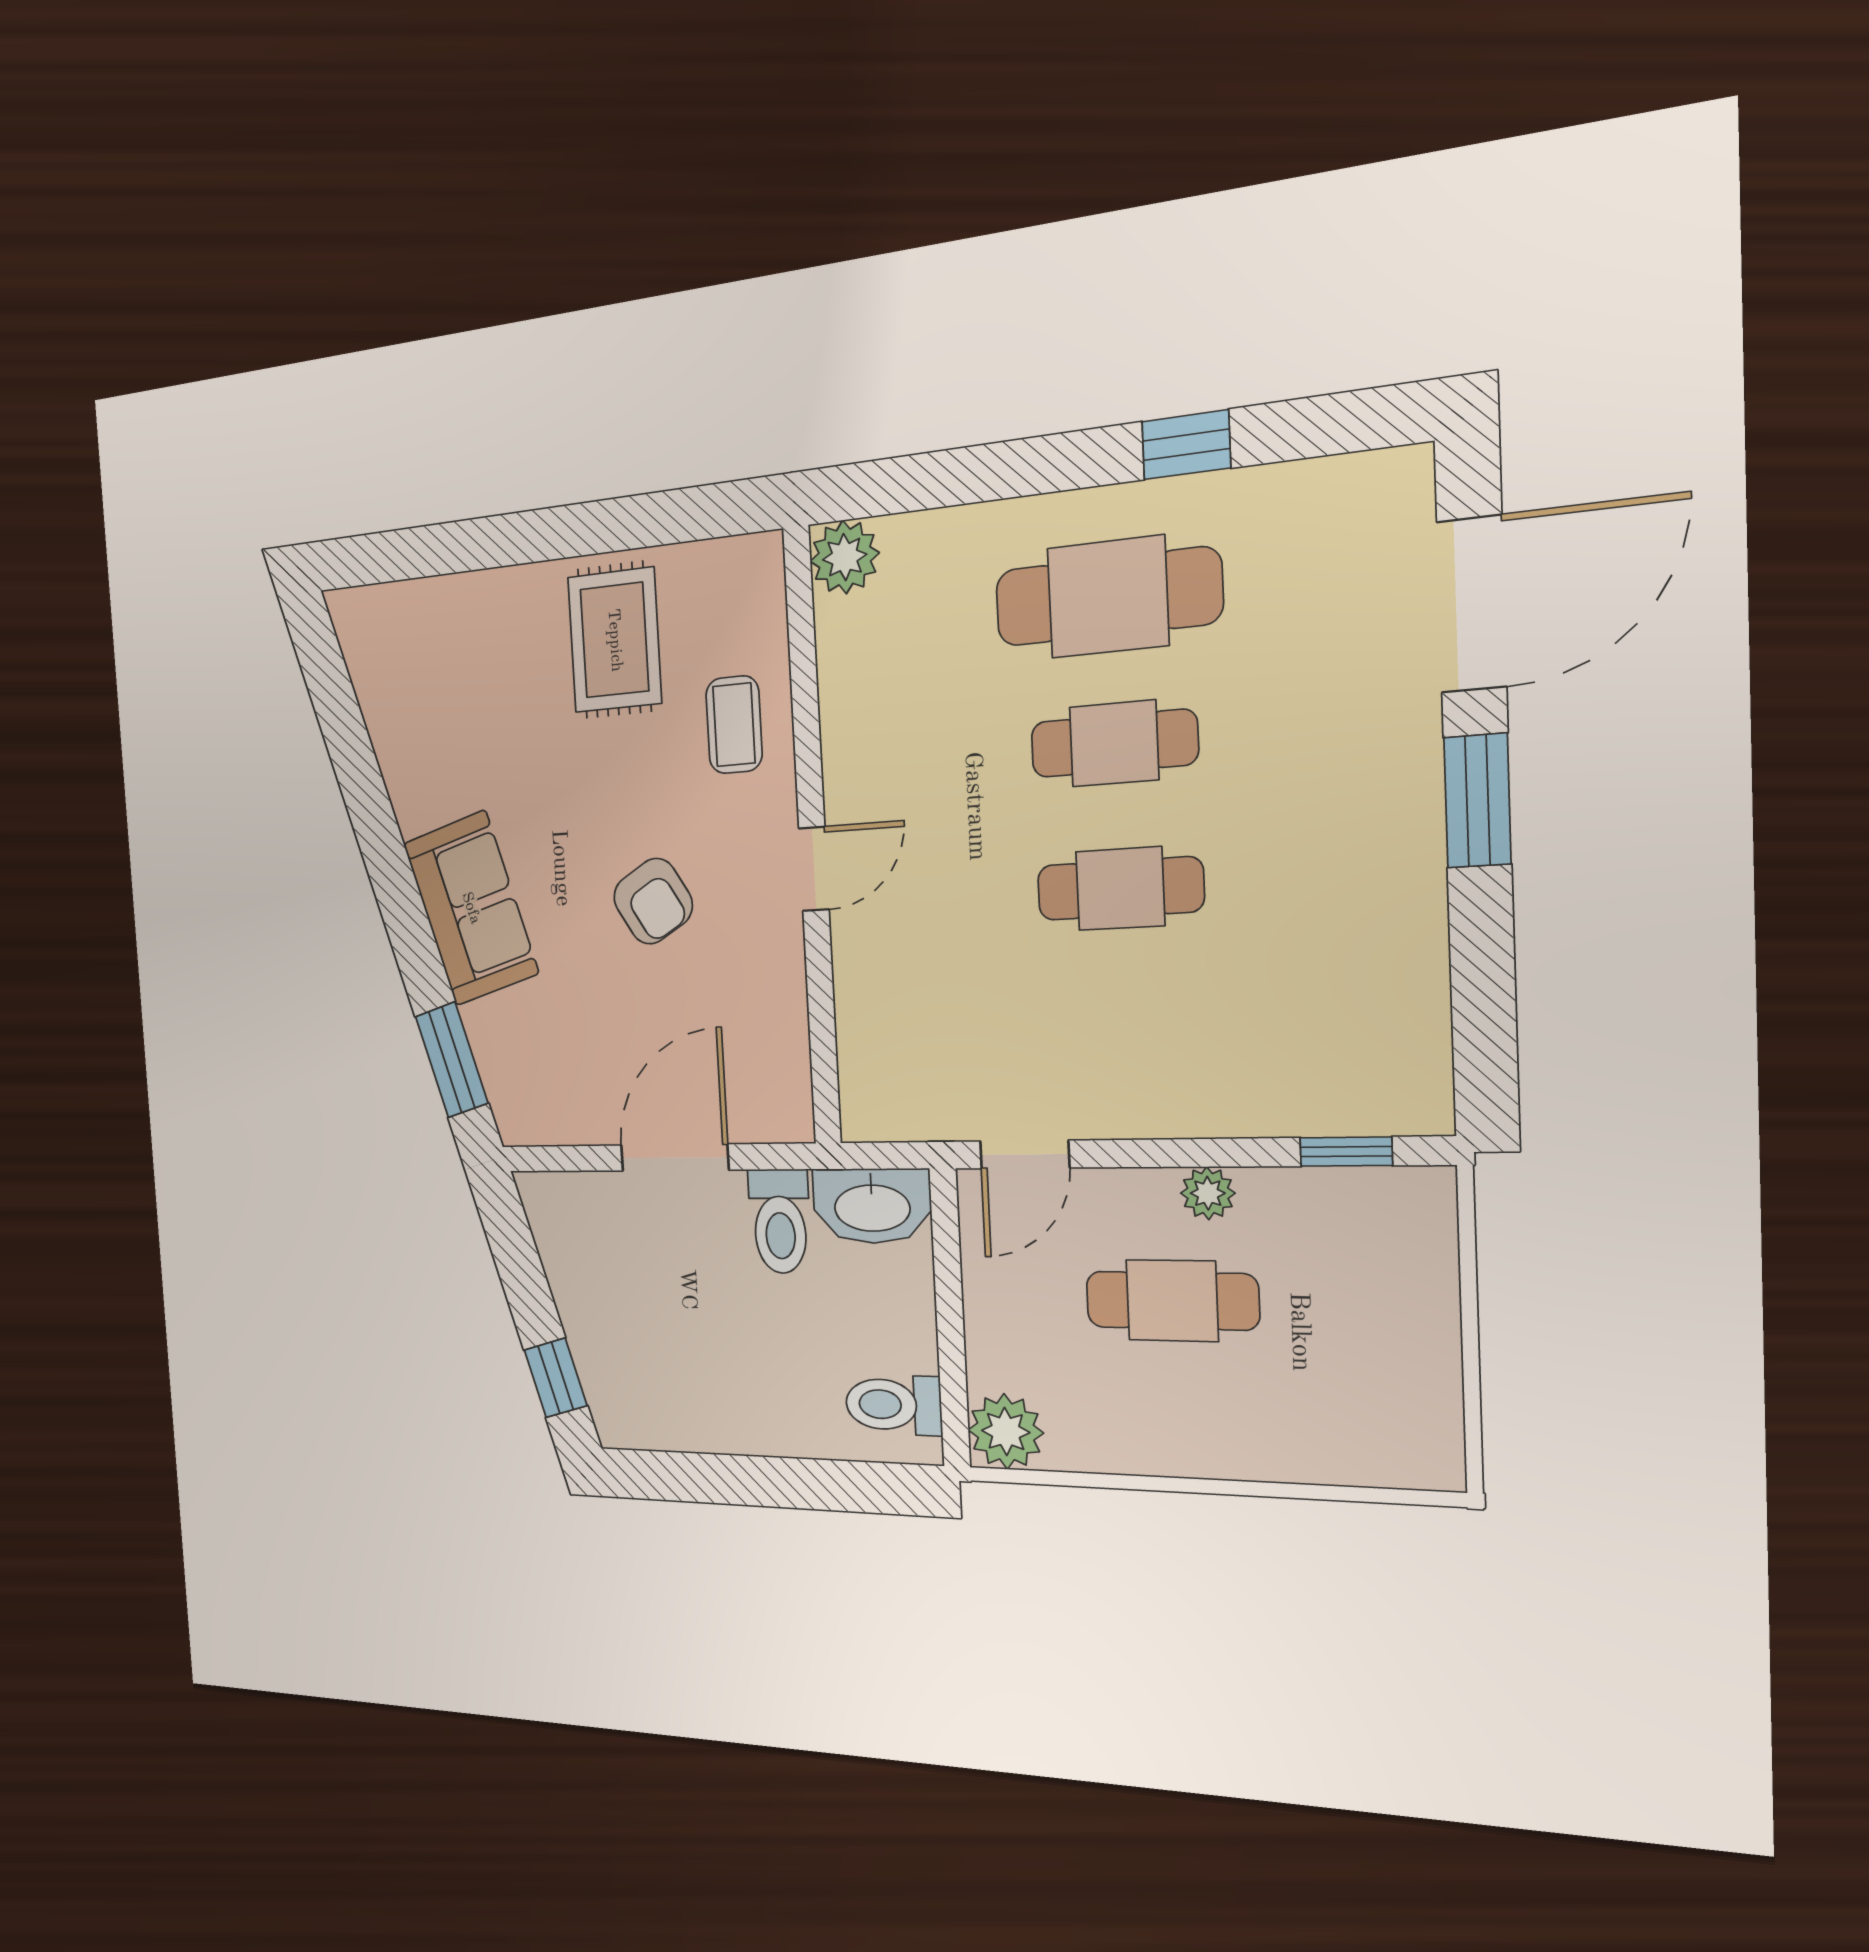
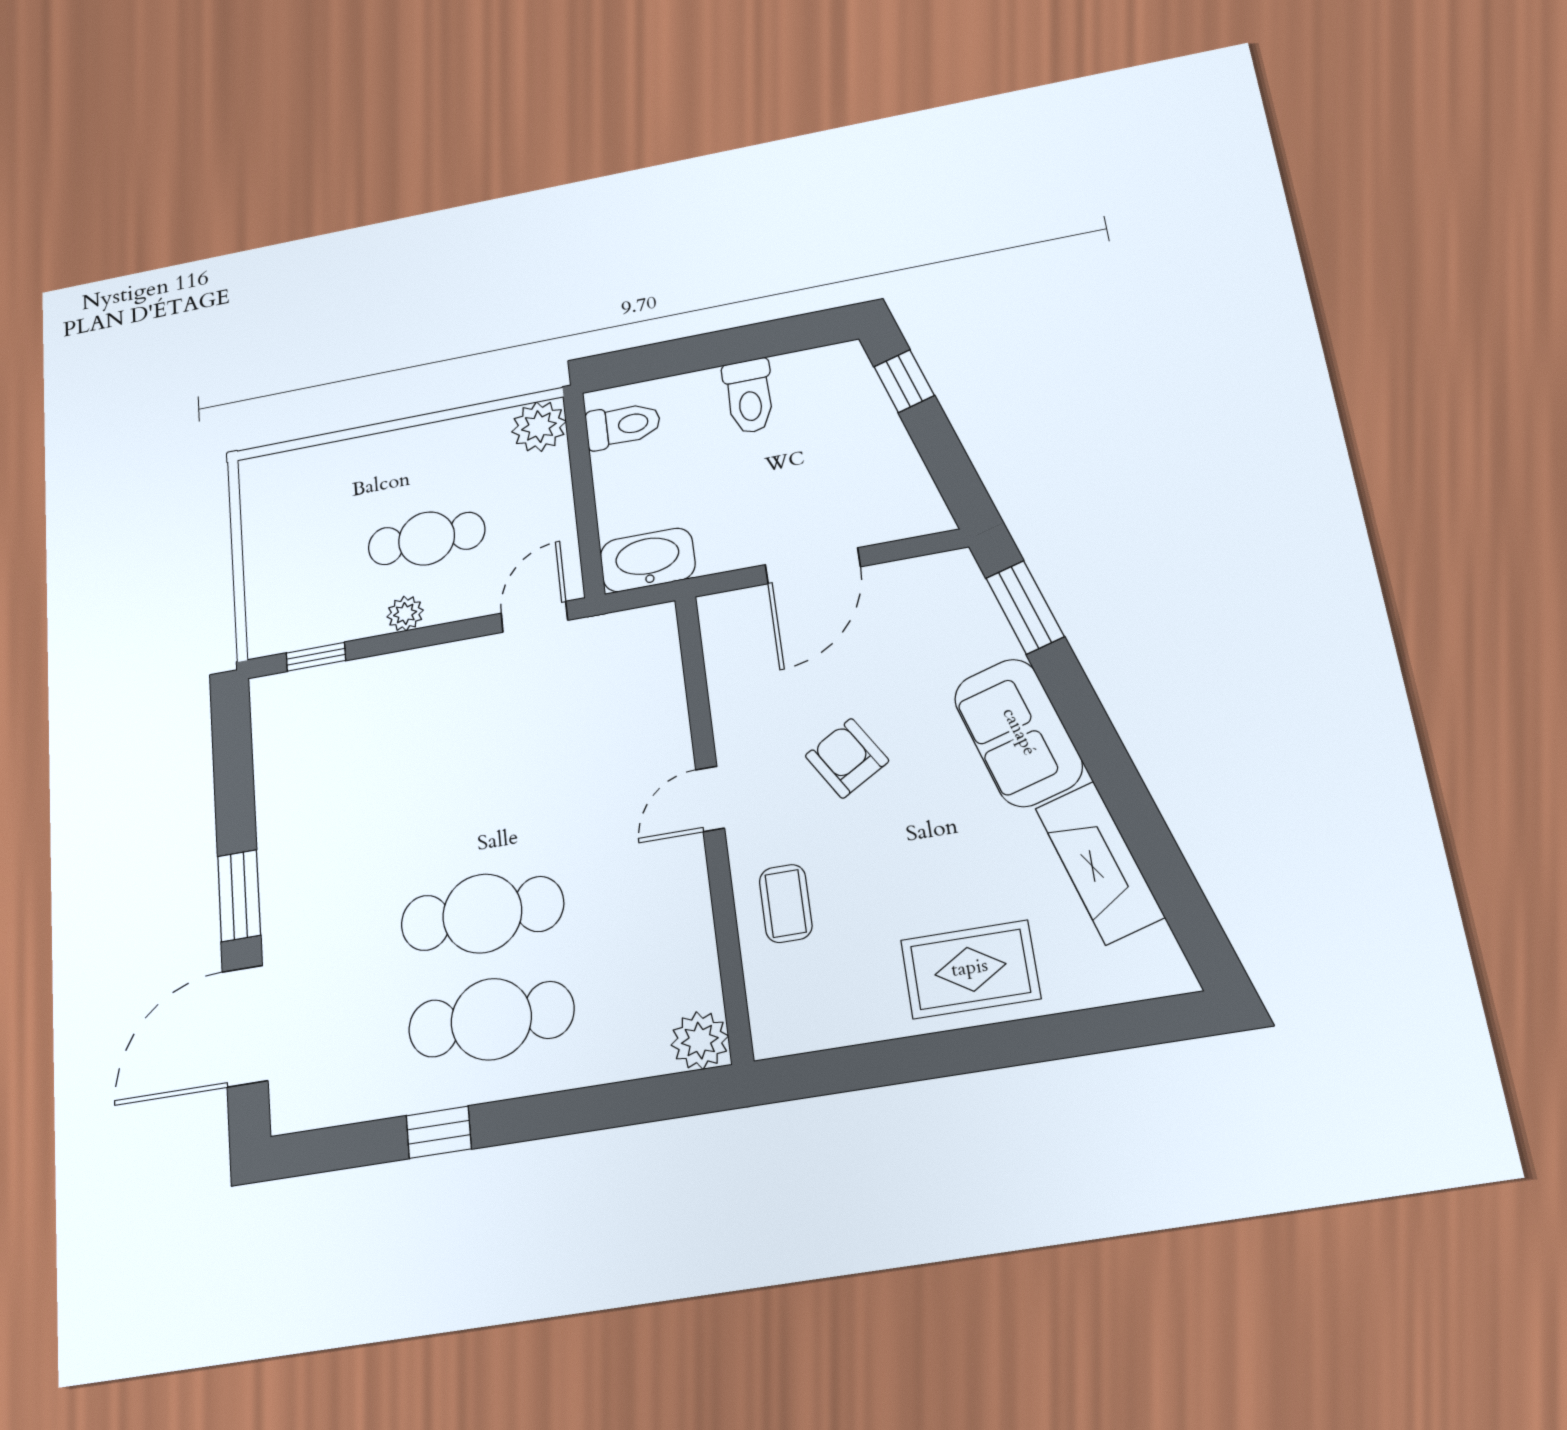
rug: (615, 640) -> (970, 969), moved, turned 90
cafe table: (1114, 743) -> (482, 913), width x1.37, depth x1.35
fireplace: (404, 744) -> (1100, 862), added
cafe table: (1120, 889) -> (474, 811), removed
toilet: (780, 1221) -> (749, 396), moved, turned 180

